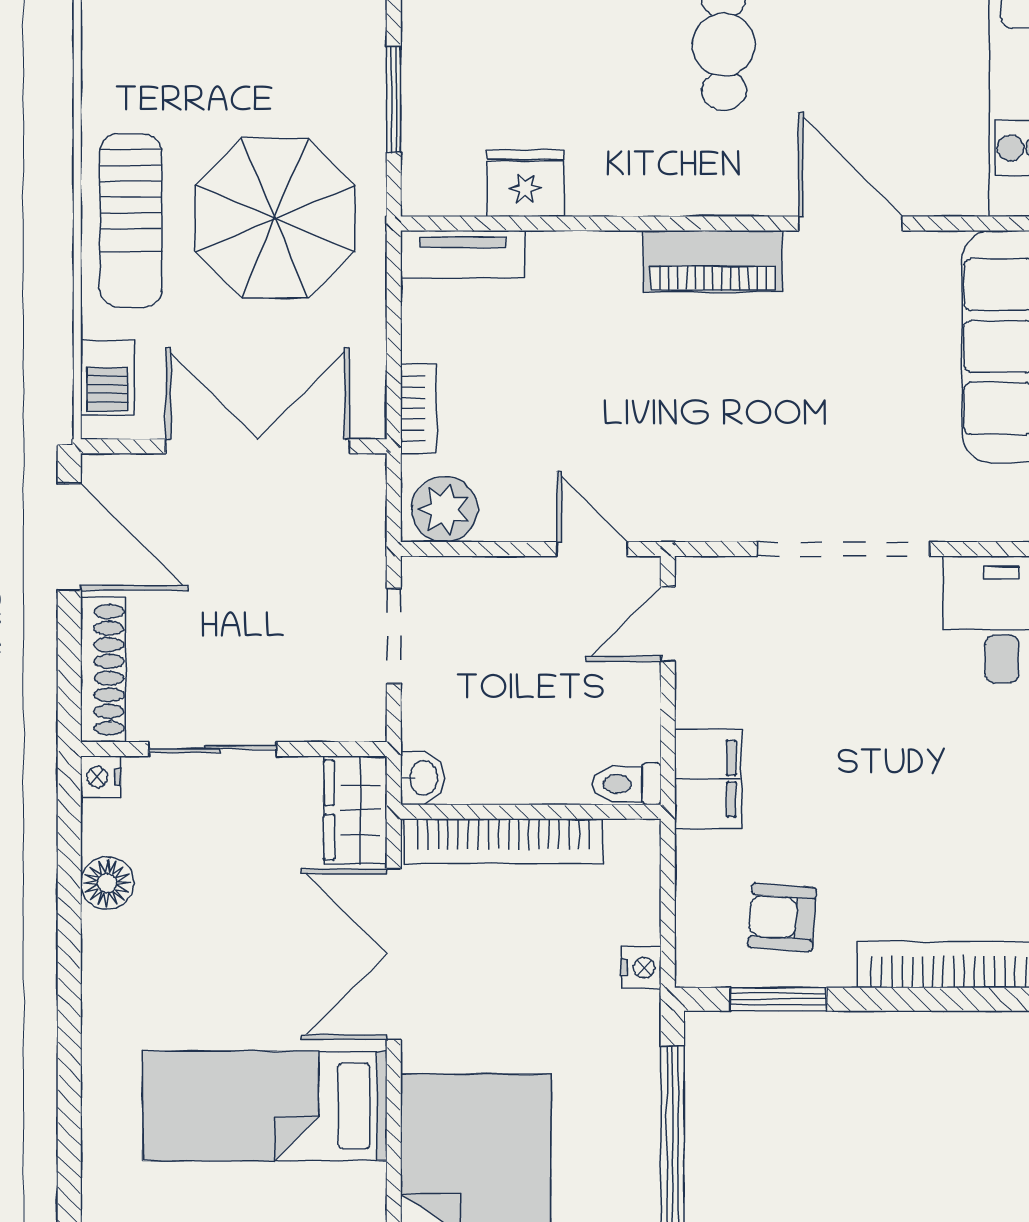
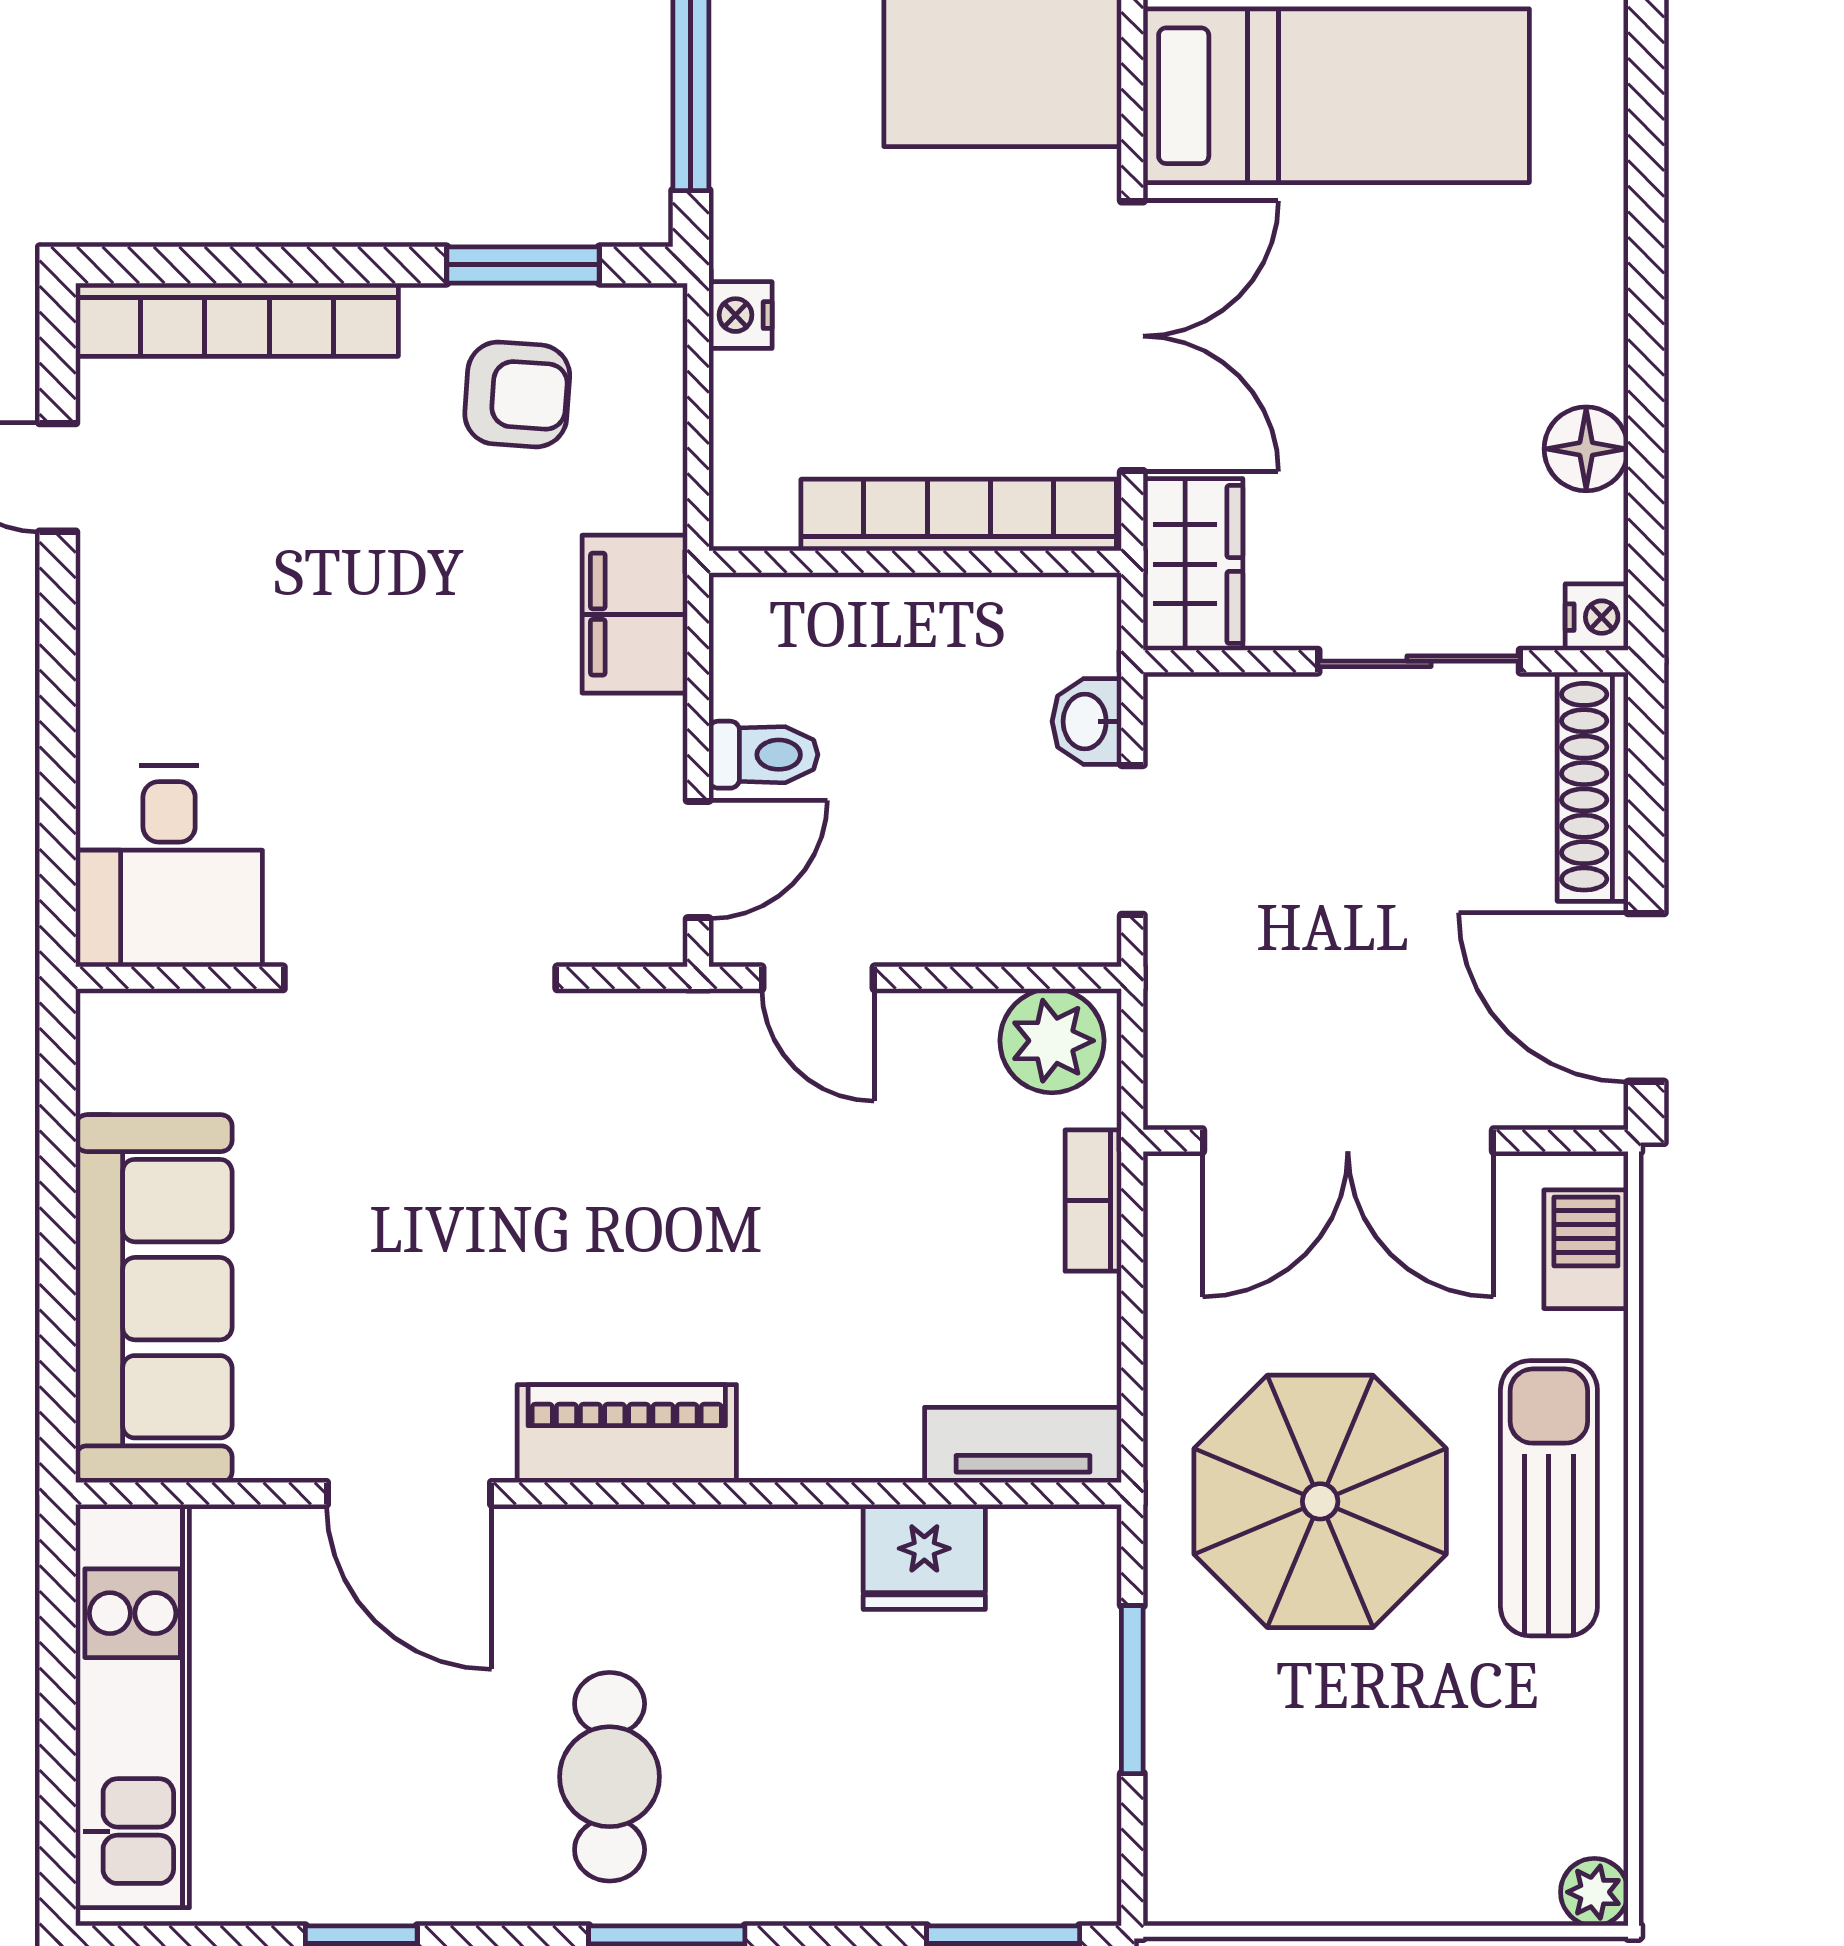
washbasin: (422, 778) -> (1087, 721), moved
toilet: (627, 784) -> (763, 755), moved

